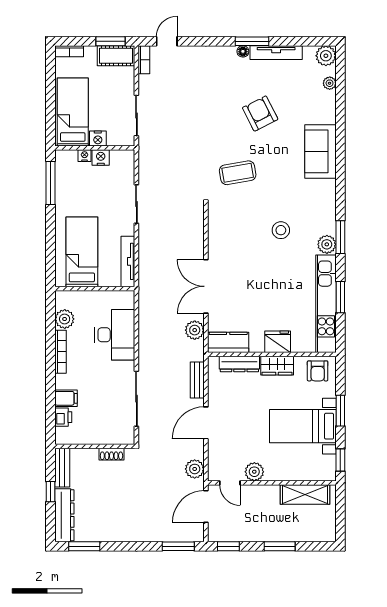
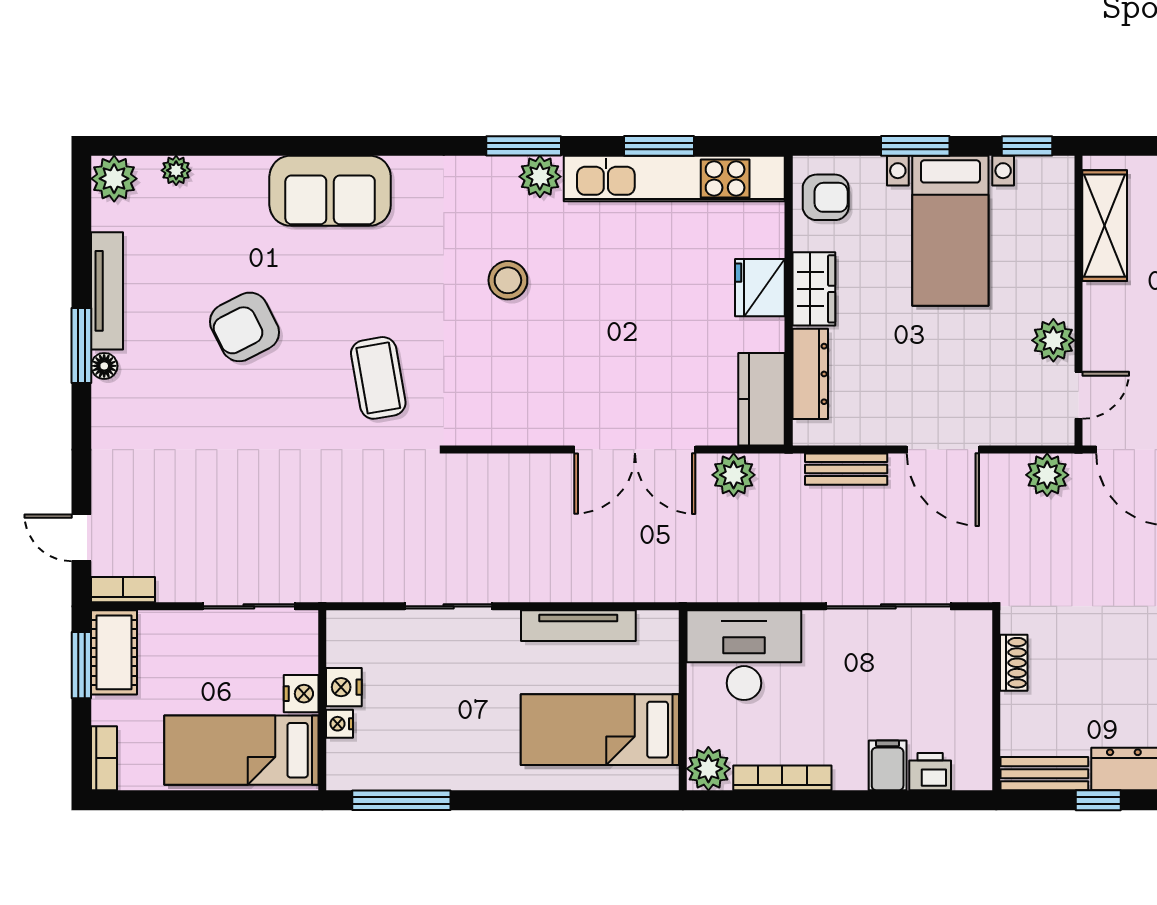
bed: (82, 252) -> (600, 730), moved
wall: (95, 289) -> (683, 700), moved

